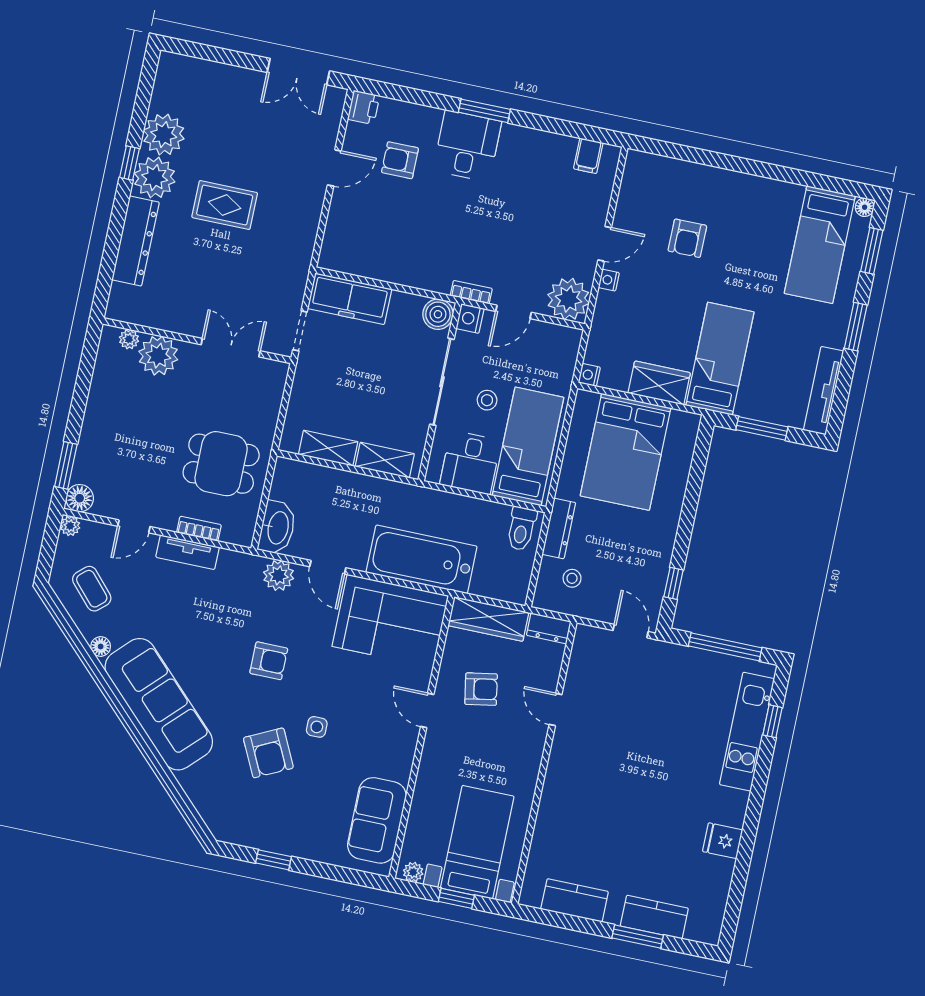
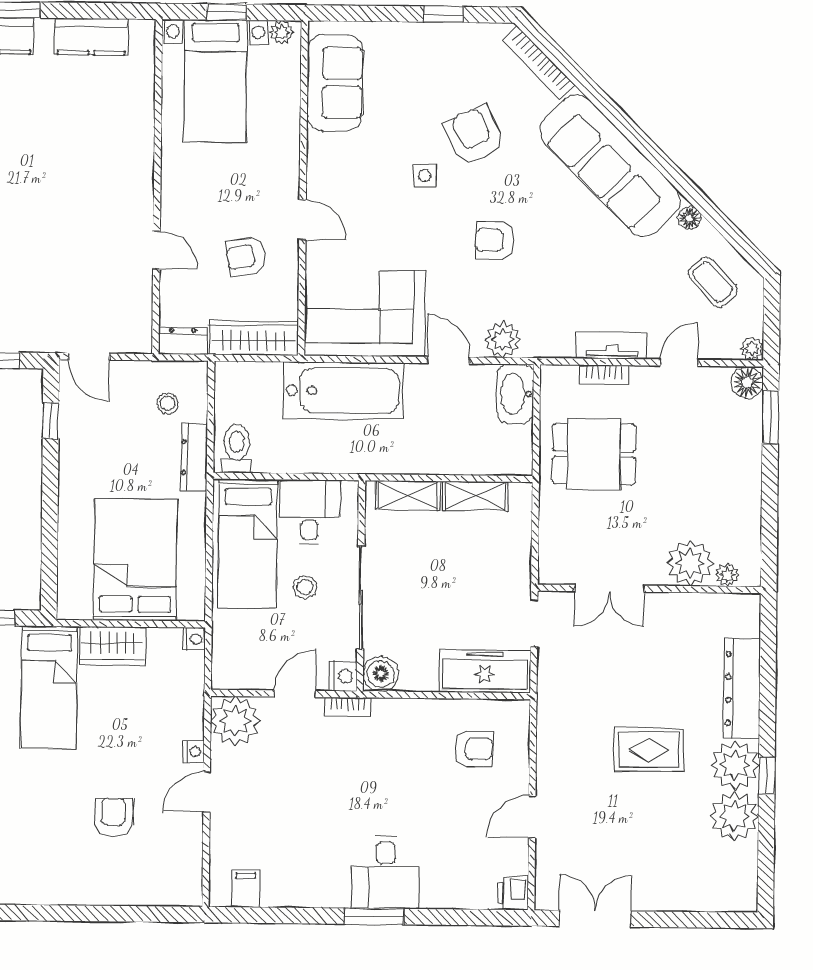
armchair: (400, 160) -> (474, 749), moved
bookcase: (201, 803) -> (539, 63), added

